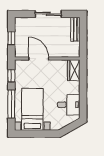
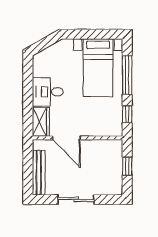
bench: (75, 29) -> (39, 173), width x1.36
door: (39, 59) -> (66, 138), moved
desk: (69, 105) -> (48, 92), moved

